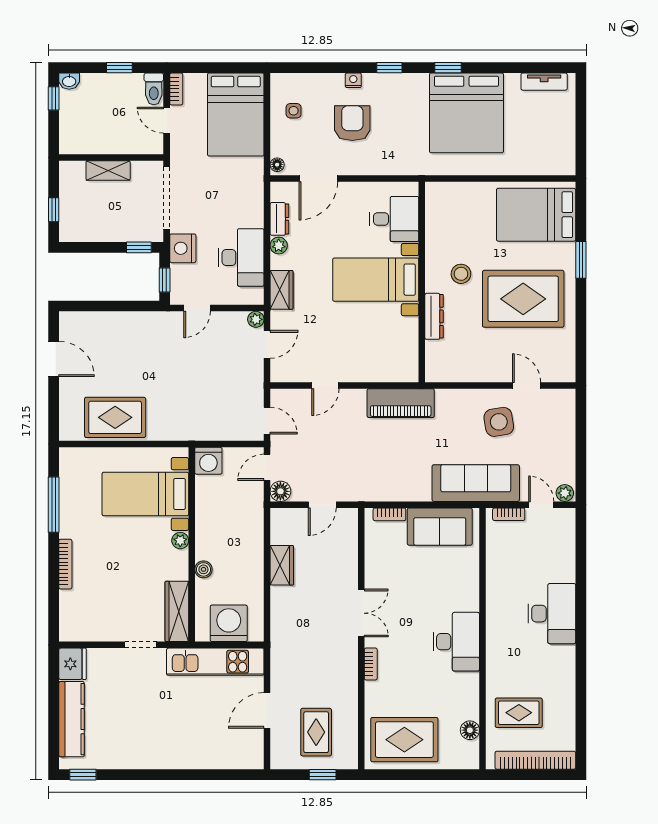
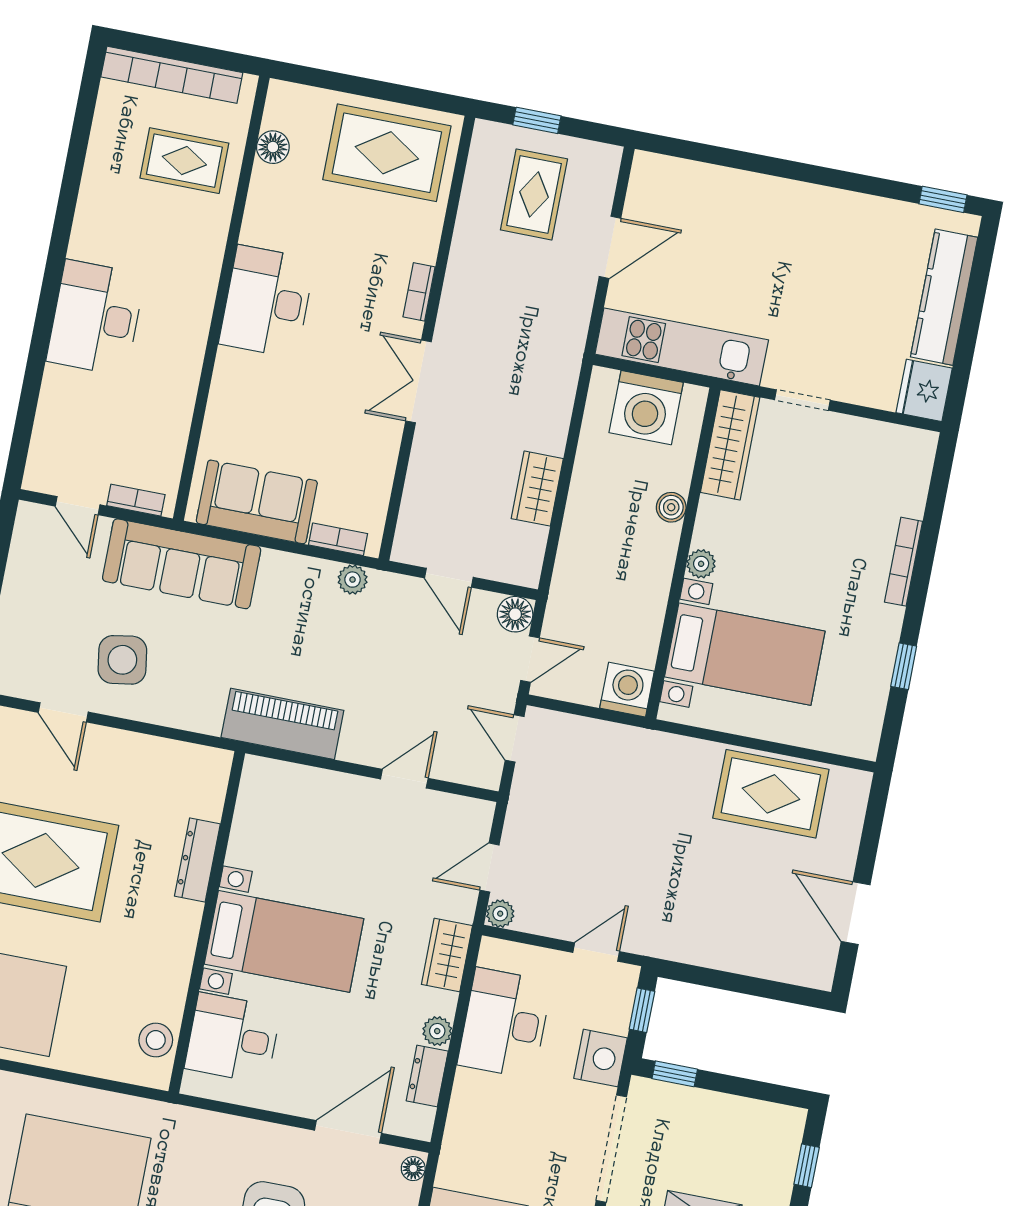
stool: (461, 274) -> (156, 1040), moved
plant: (565, 493) -> (353, 580), moved
window: (54, 505) -> (904, 666), width x0.46
door: (322, 505) -> (449, 578), swing flipped

